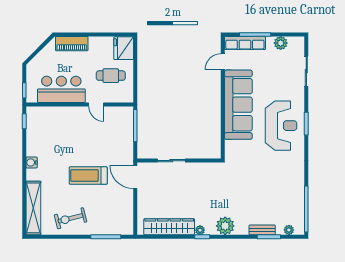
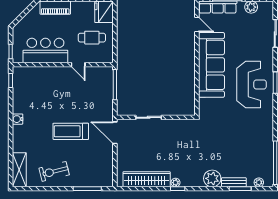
door: (223, 62) -> (197, 25), swing flipped
shelving: (33, 208) -> (19, 170), width x0.68
plant: (225, 226) -> (212, 178), moved

